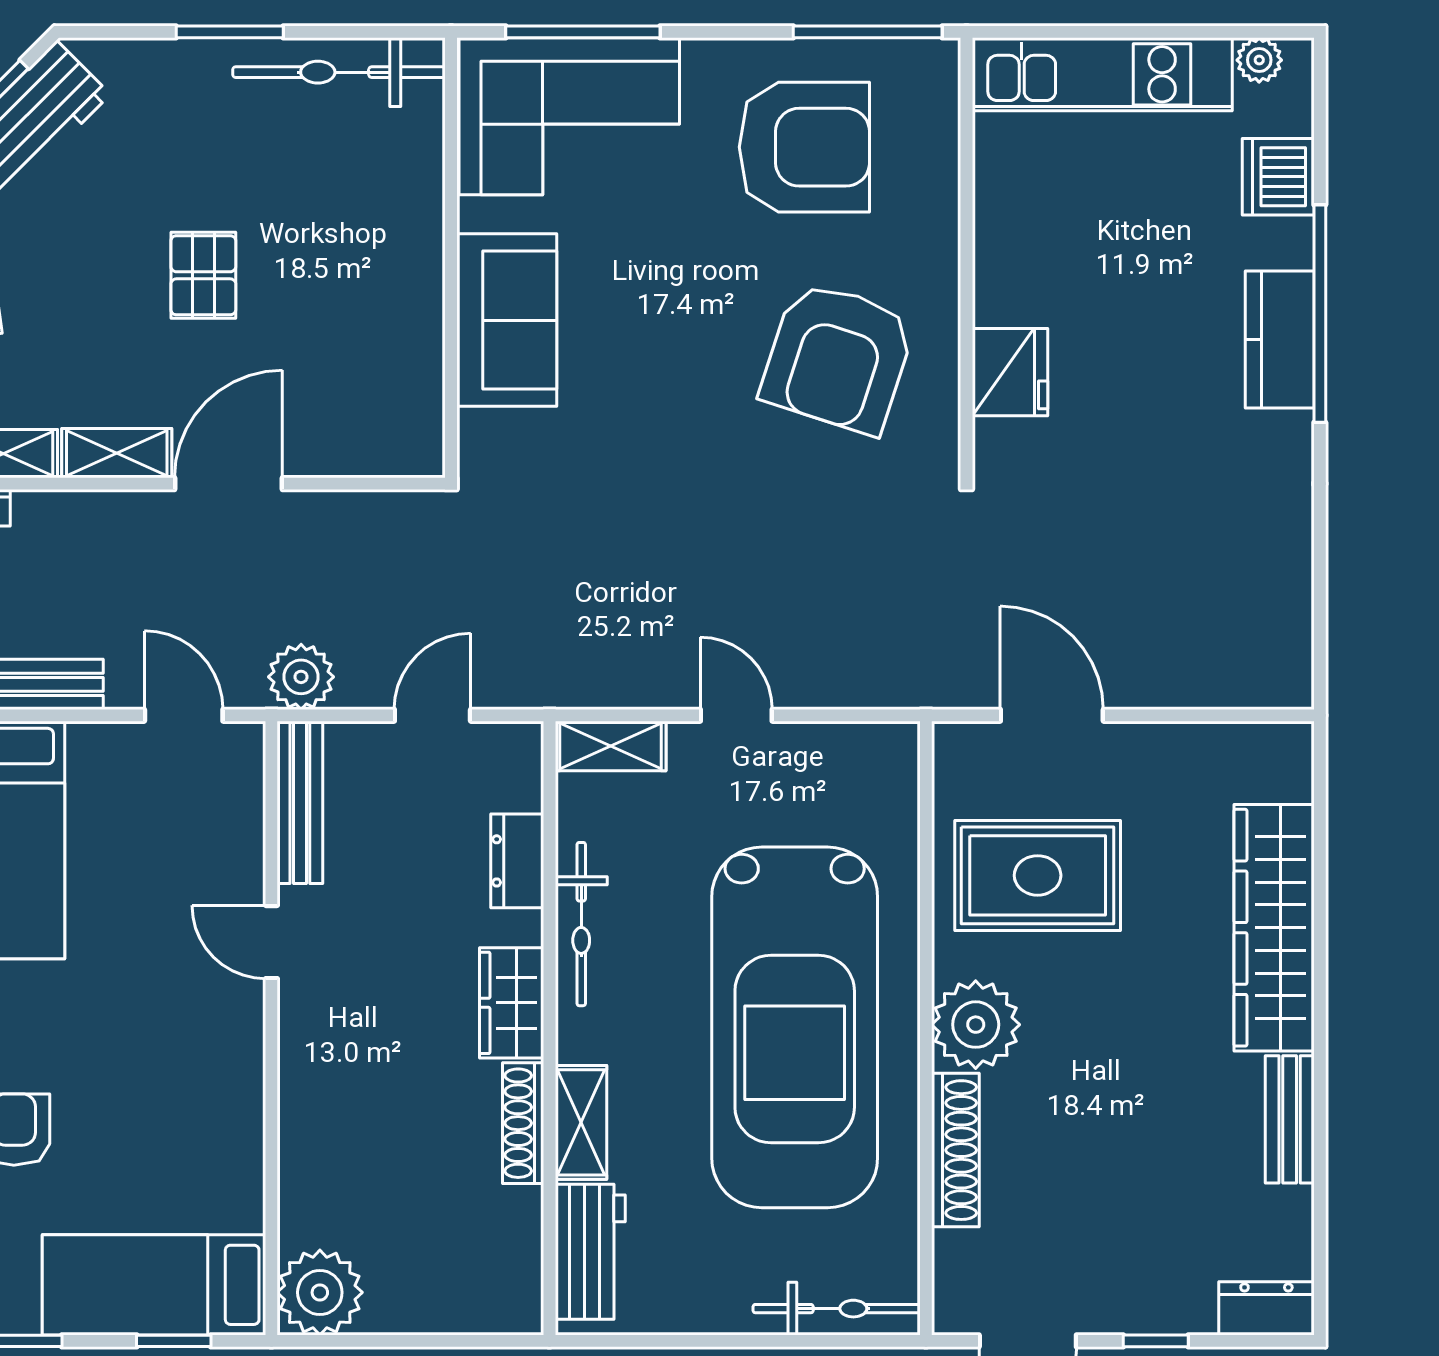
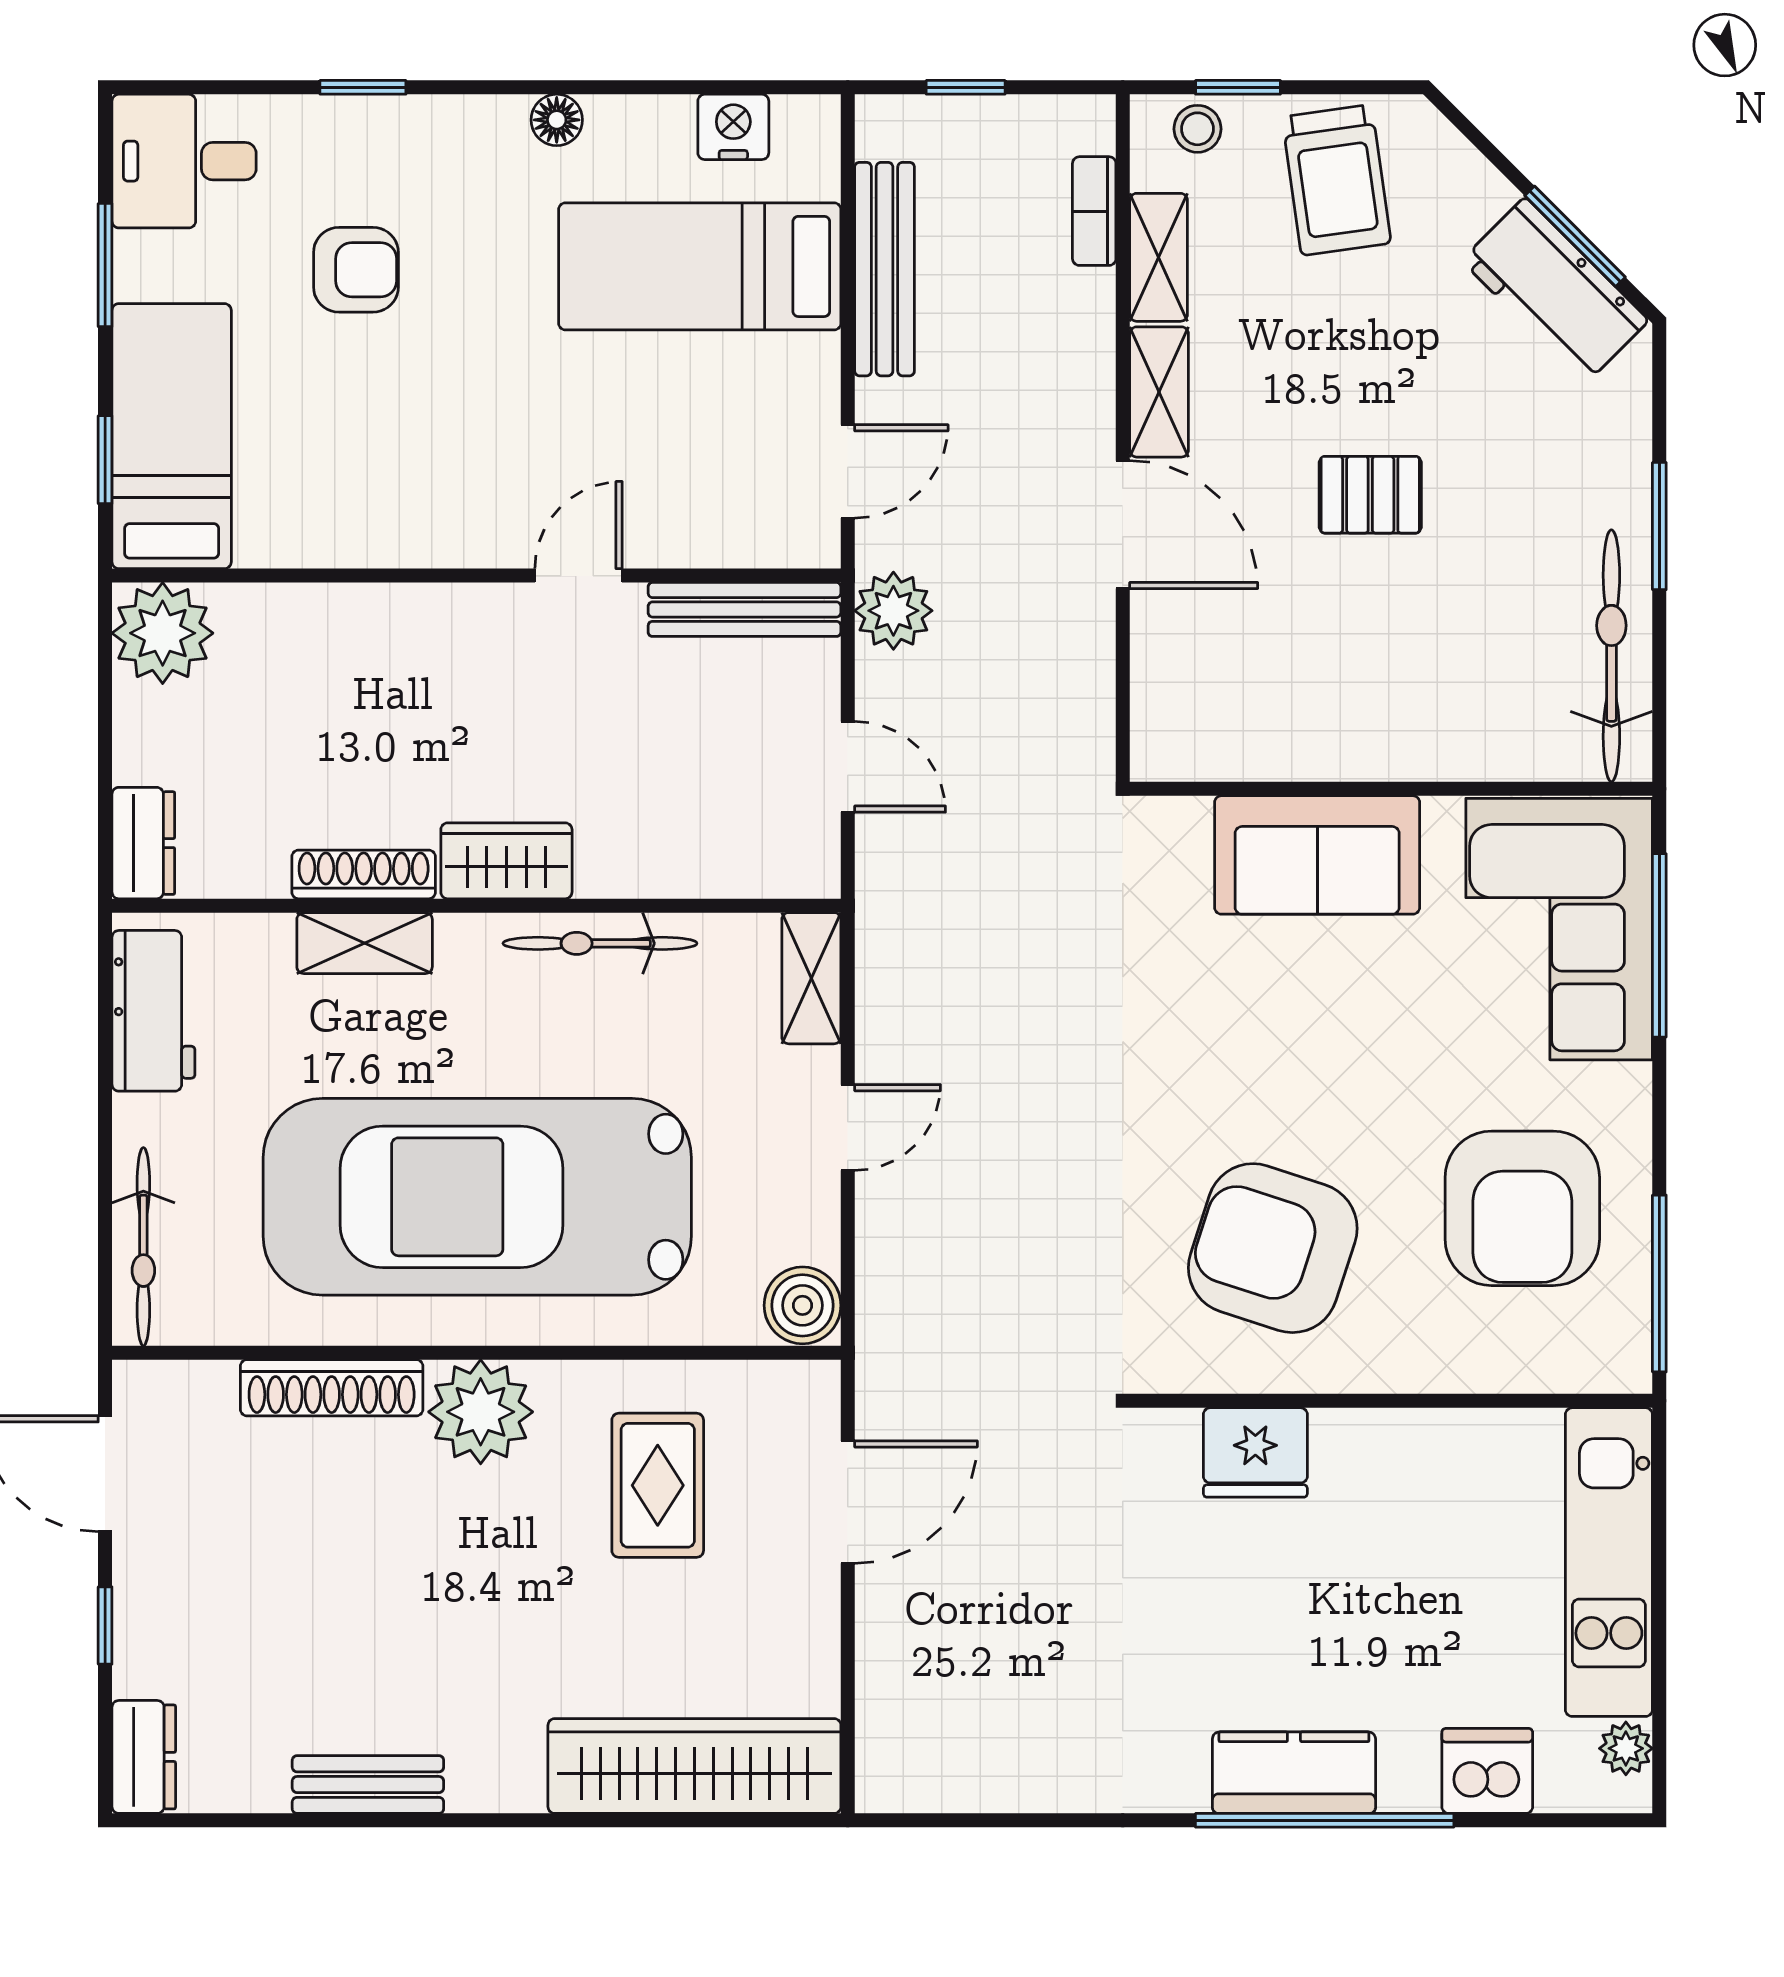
boiler: (886, 753) -> (802, 1305), added
dresser: (517, 861) -> (143, 843), moved, turned 90
rug: (1038, 875) -> (658, 1485), width x0.73, depth x0.70
wardrobe: (1274, 928) -> (694, 1766), moved
workbench: (590, 1252) -> (153, 1011), moved, turned -90

